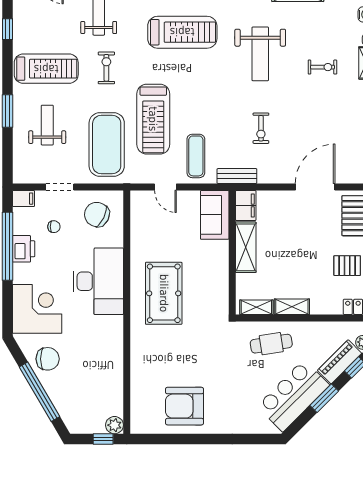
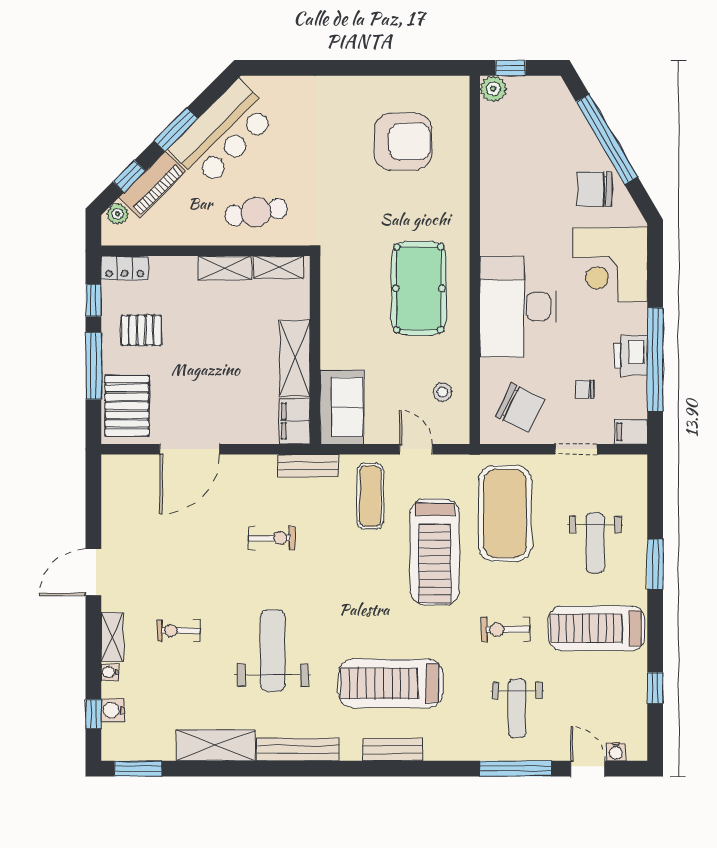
exercise bike: (106, 68) -> (506, 629), turned 90
treadmill: (153, 119) -> (435, 552), turned 180
exercise bike: (261, 128) -> (272, 538), turned 90
stool: (148, 225) -> (443, 392), added
armchair: (185, 406) -> (403, 142), moved

